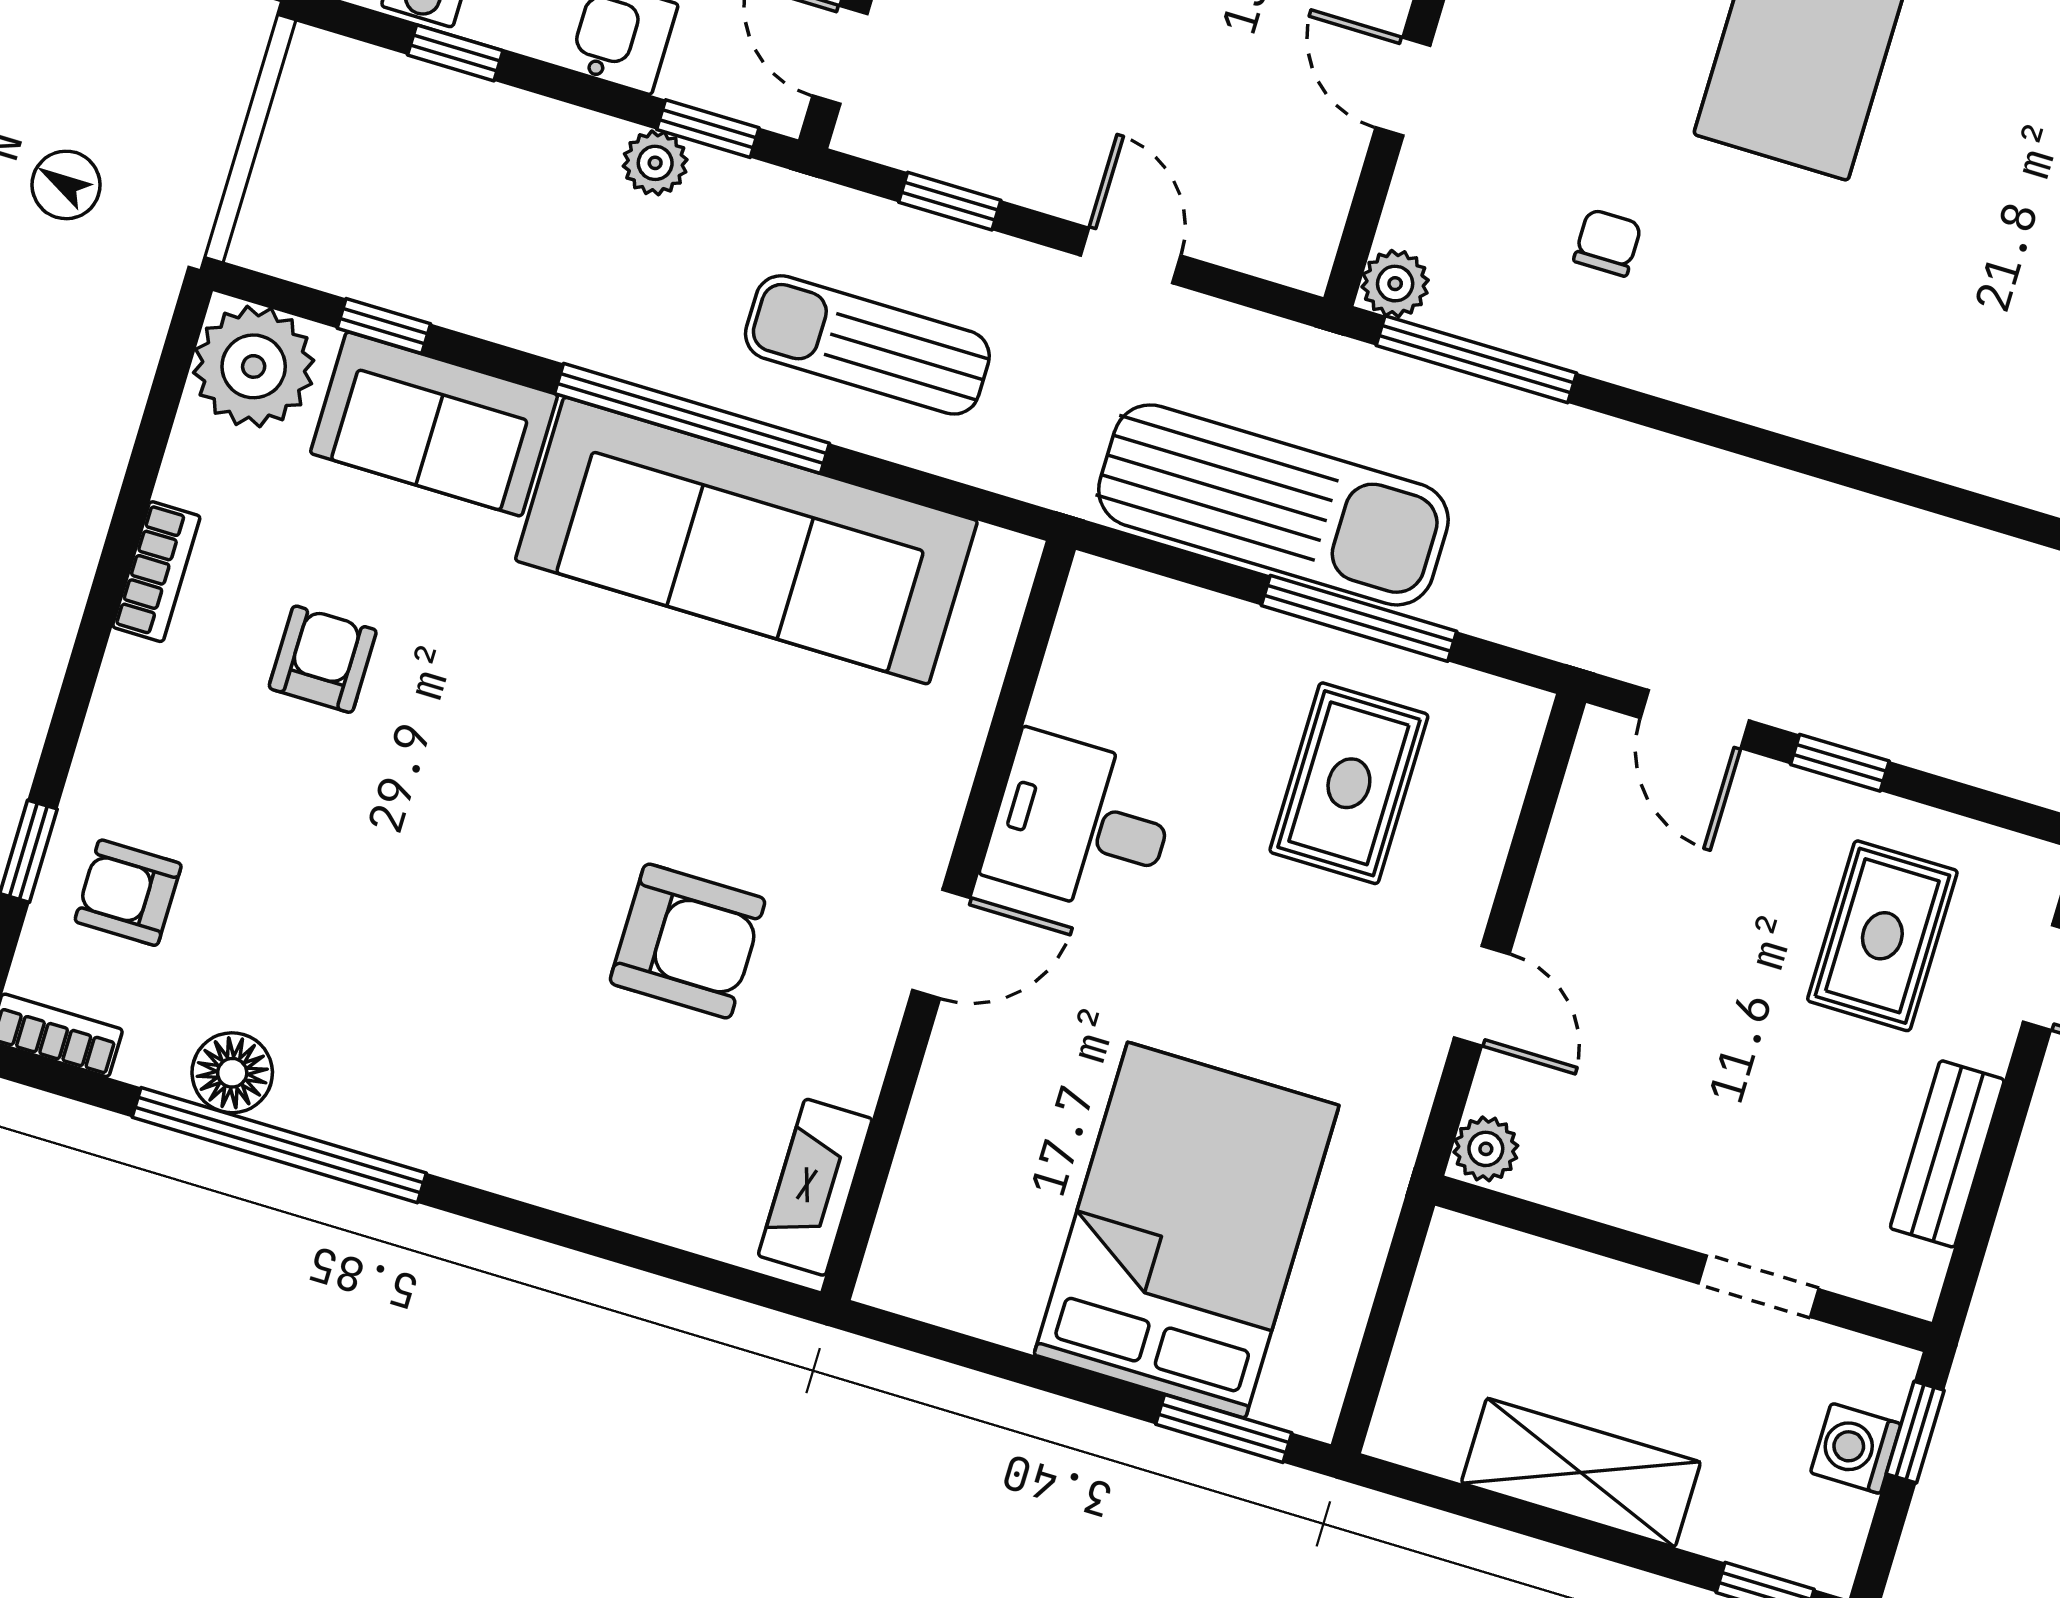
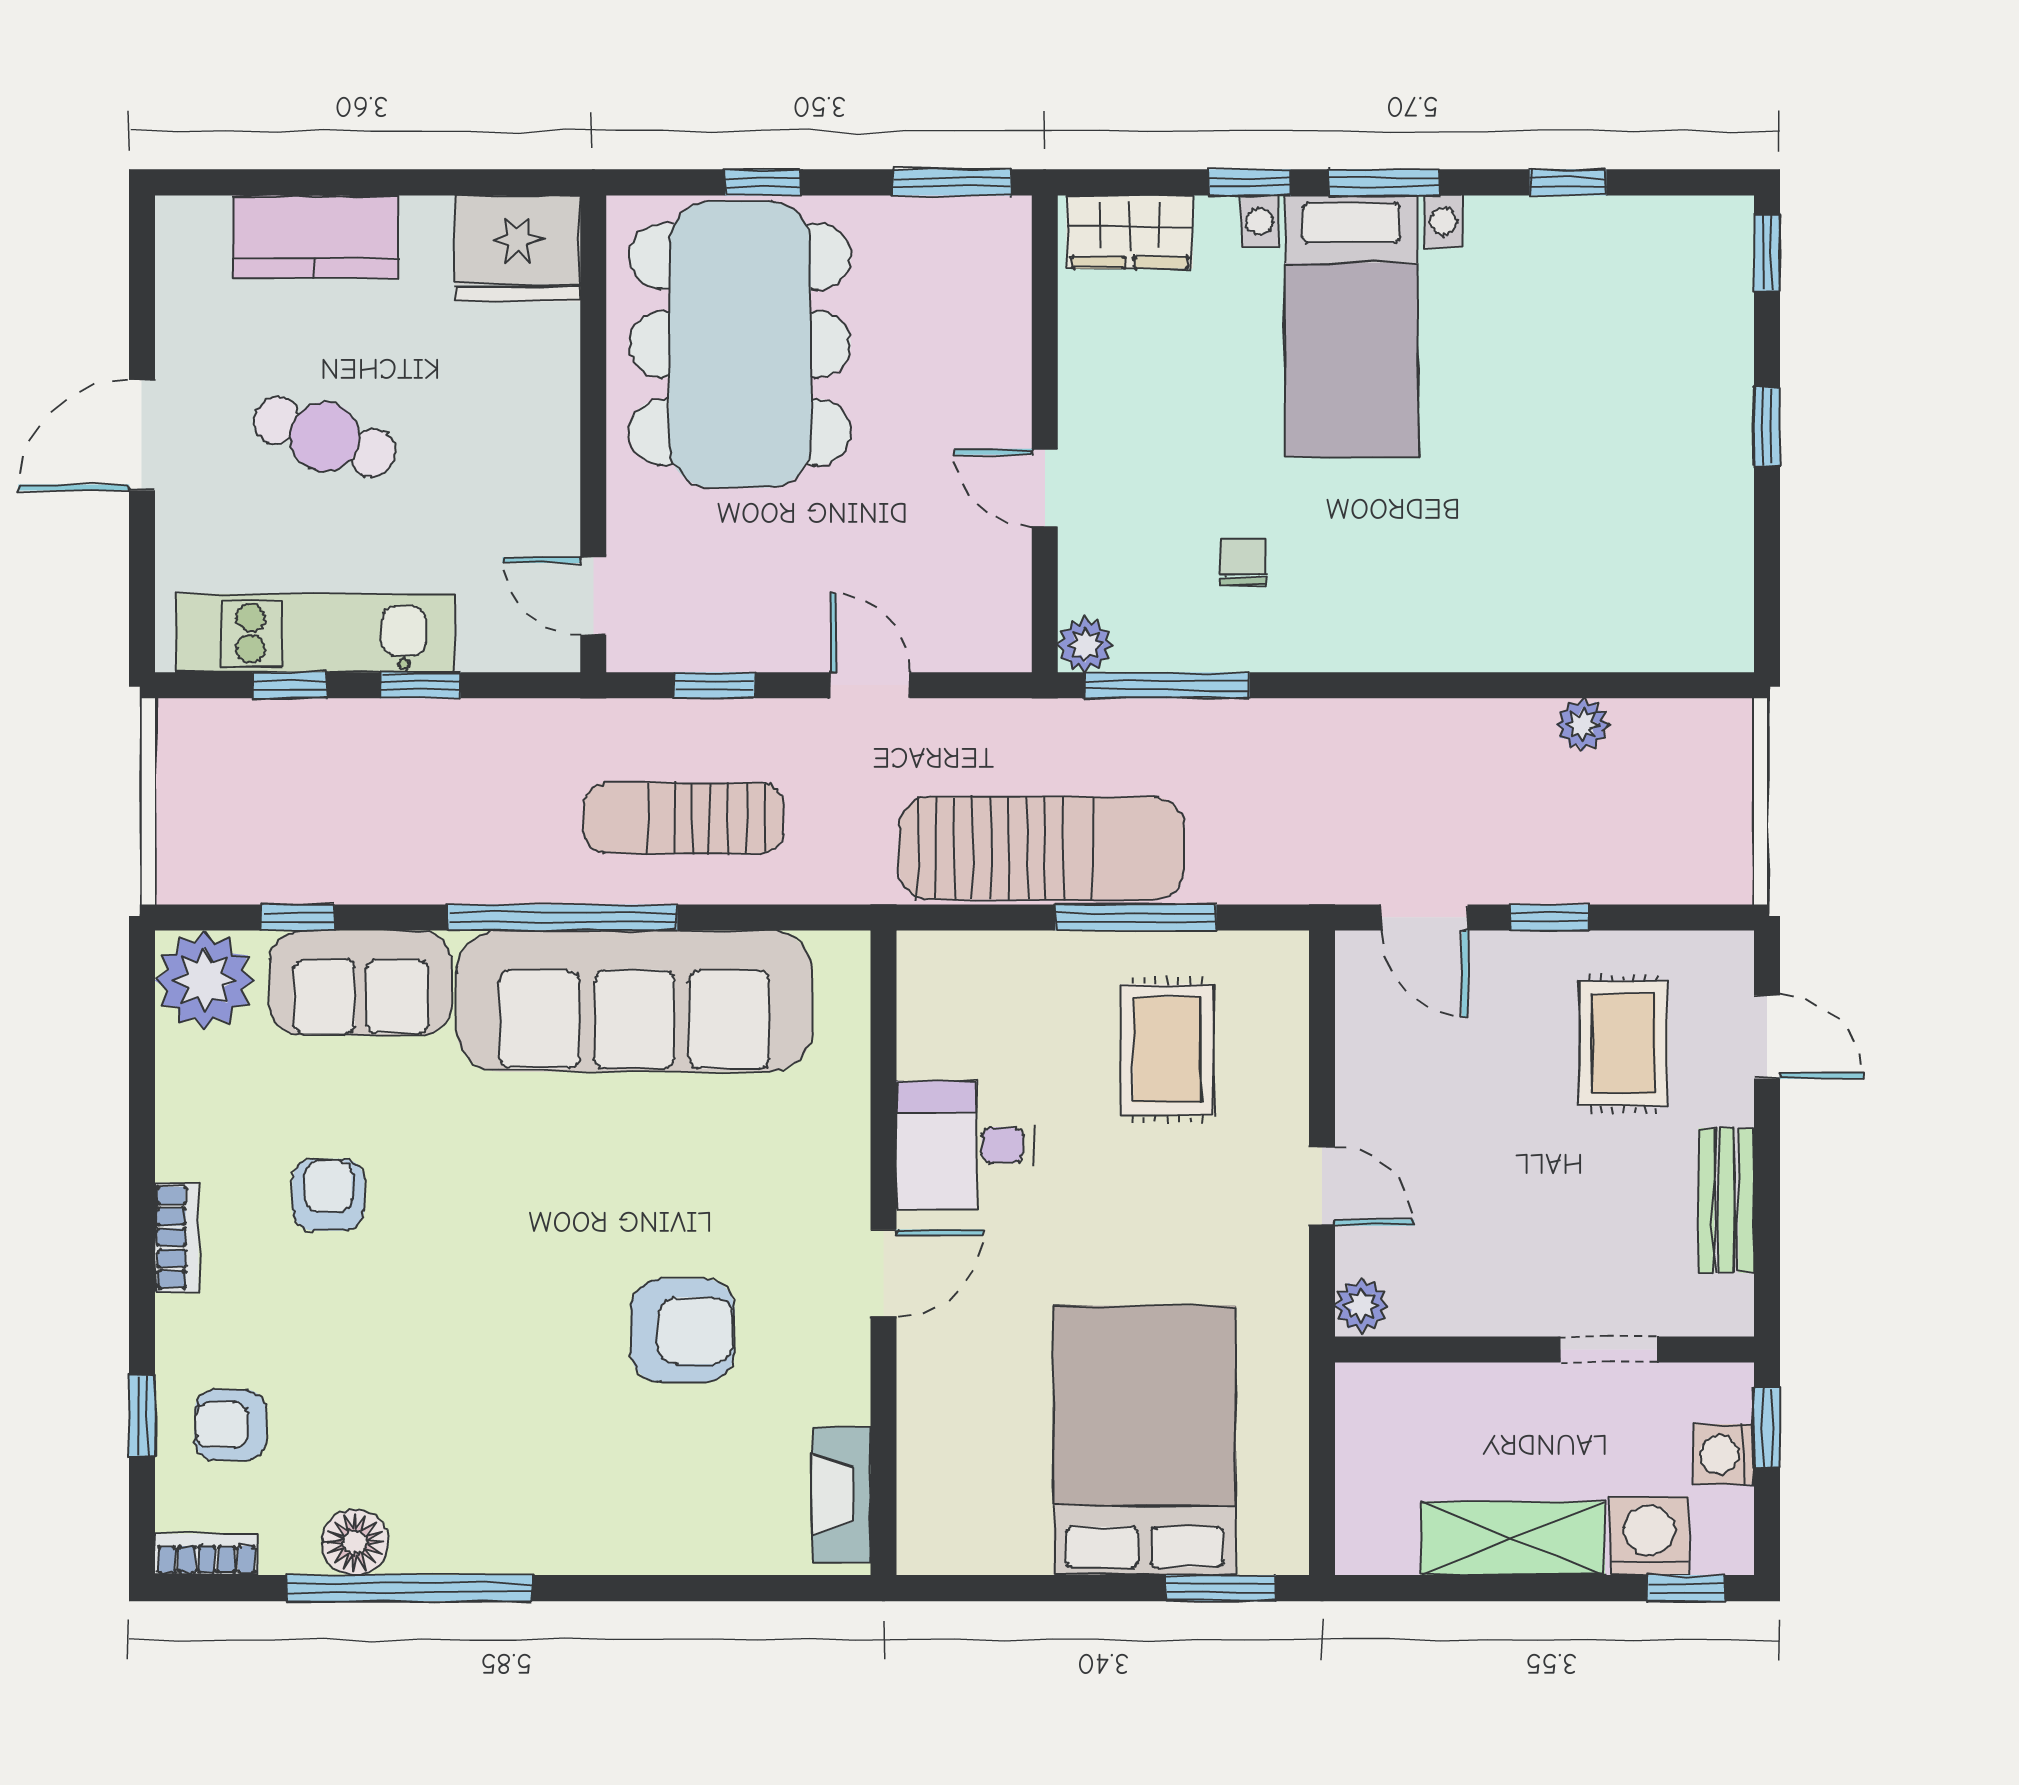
window: (708, 129) -> (420, 685), moved
plant: (655, 163) -> (1583, 725), moved
bookcase: (156, 572) -> (177, 1237), moved
washing machine: (1740, 1517) -> (1649, 1536), added

